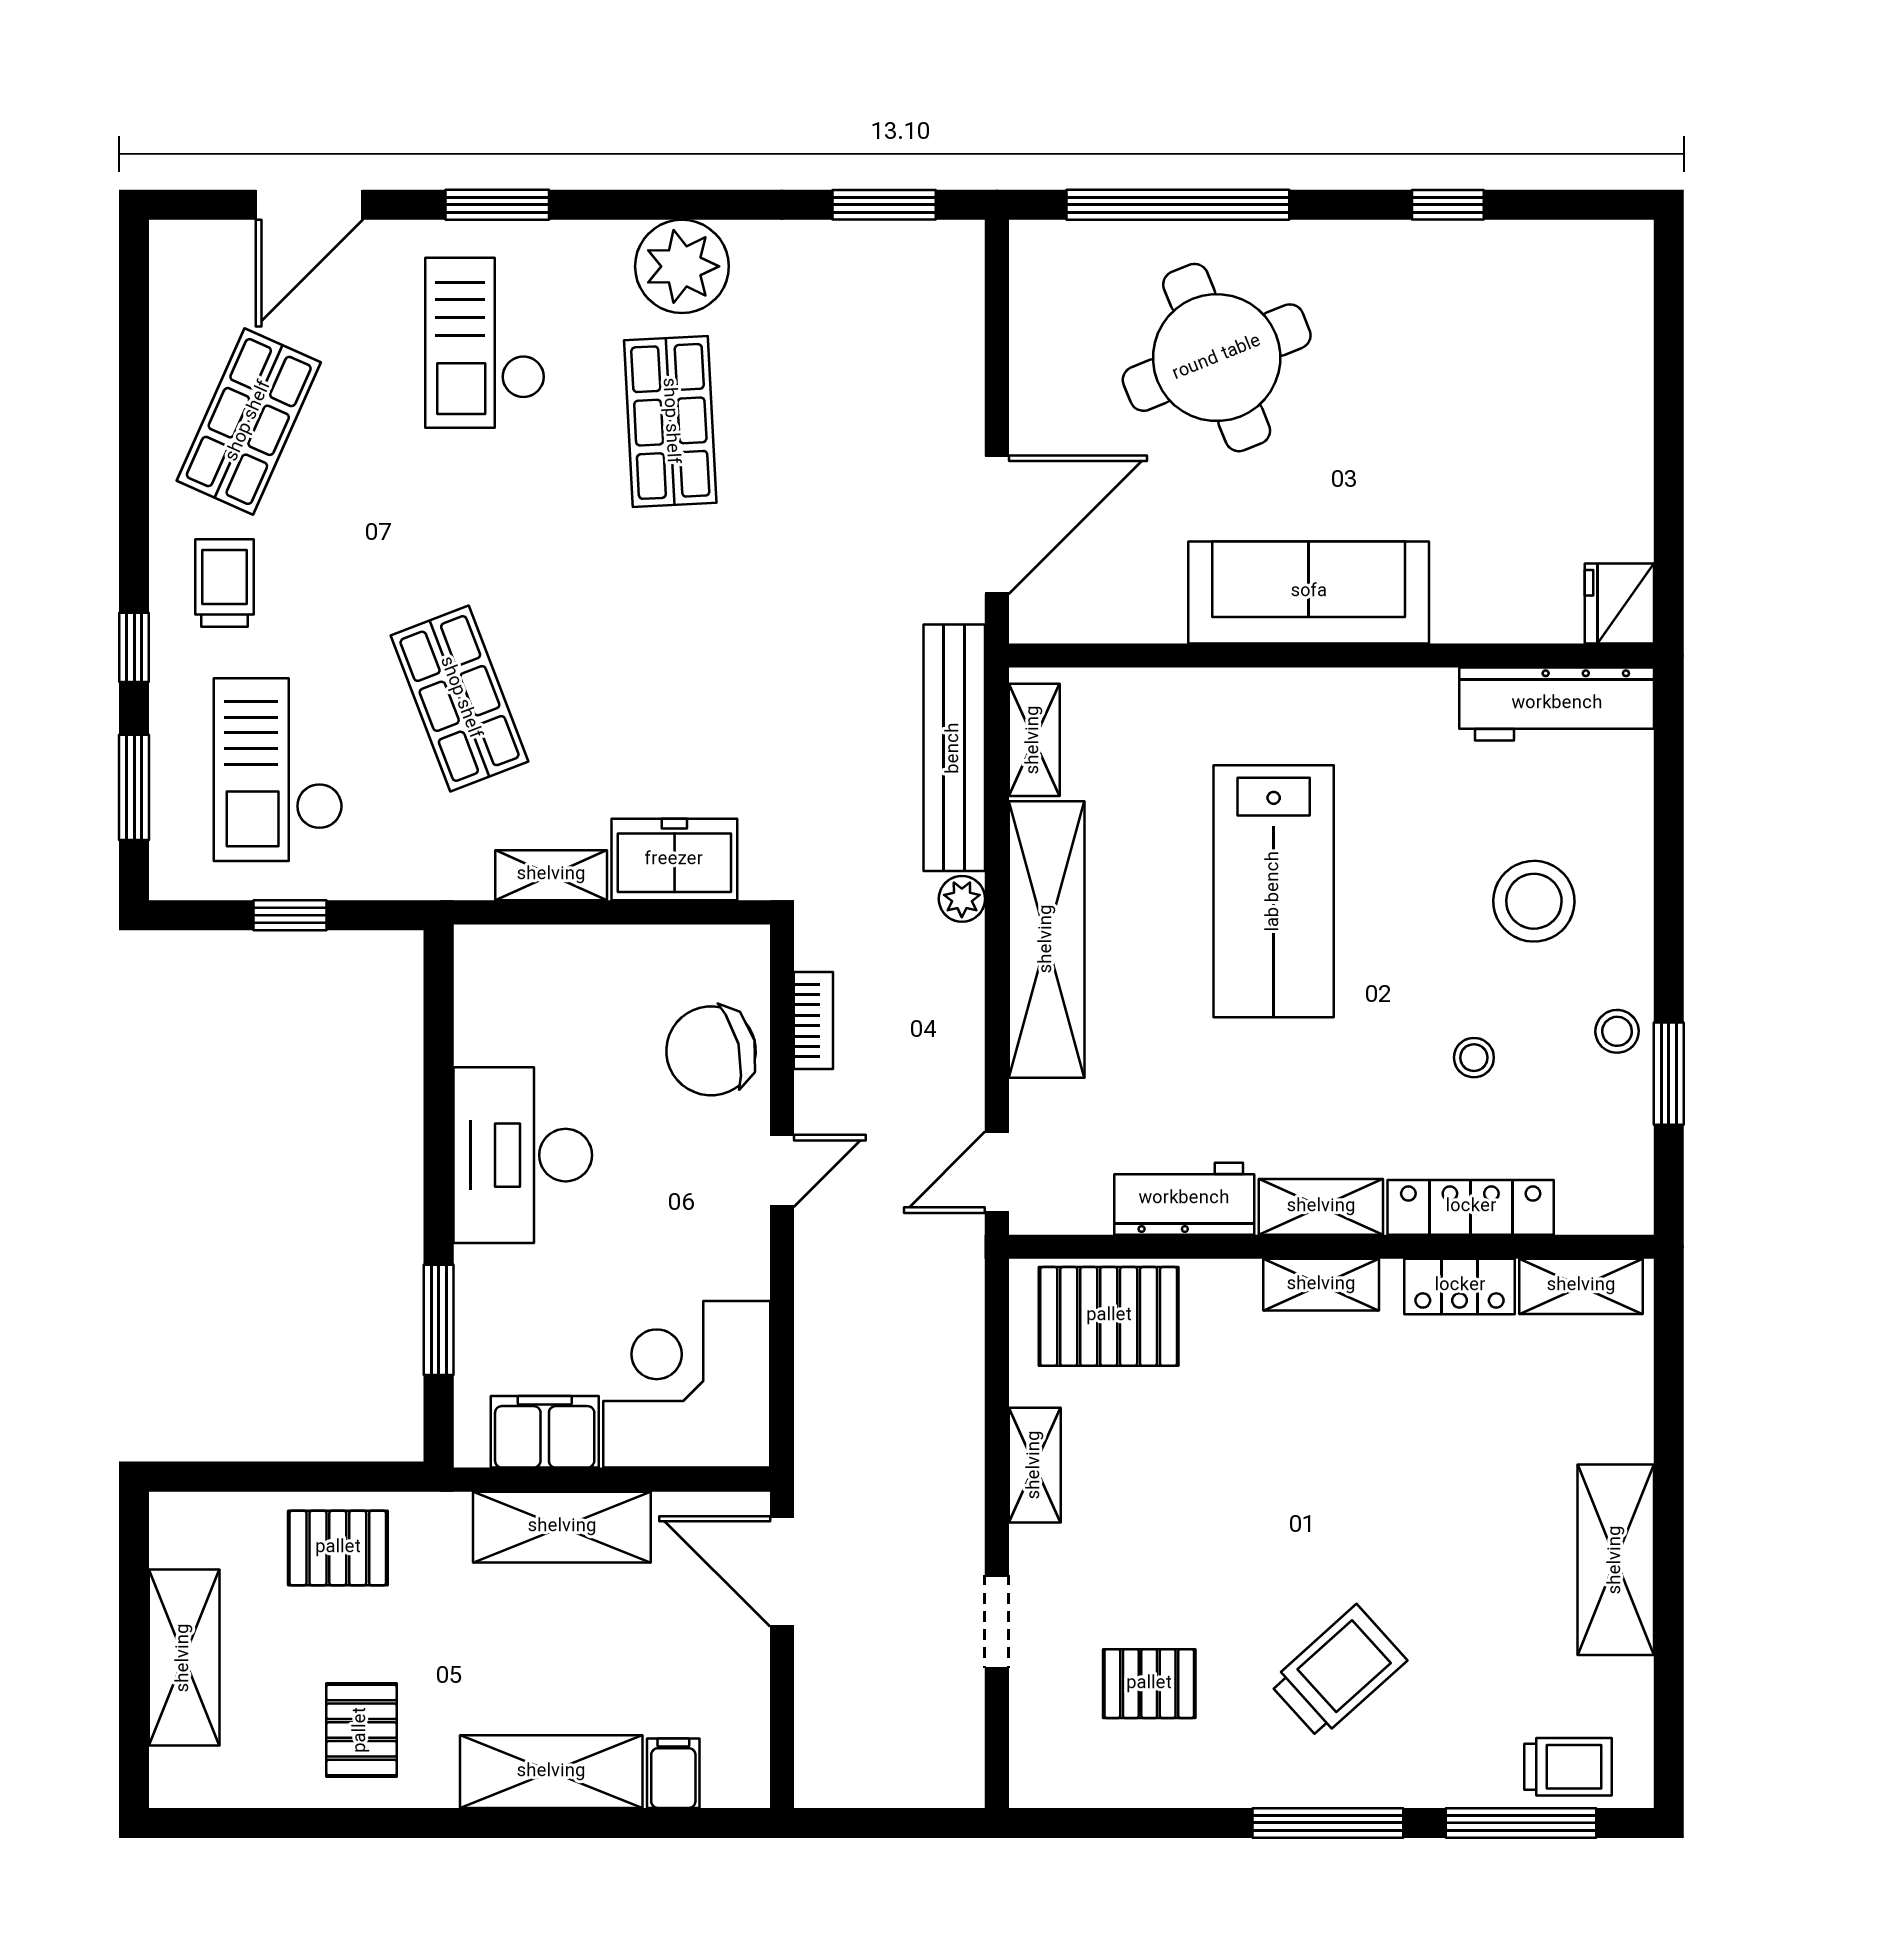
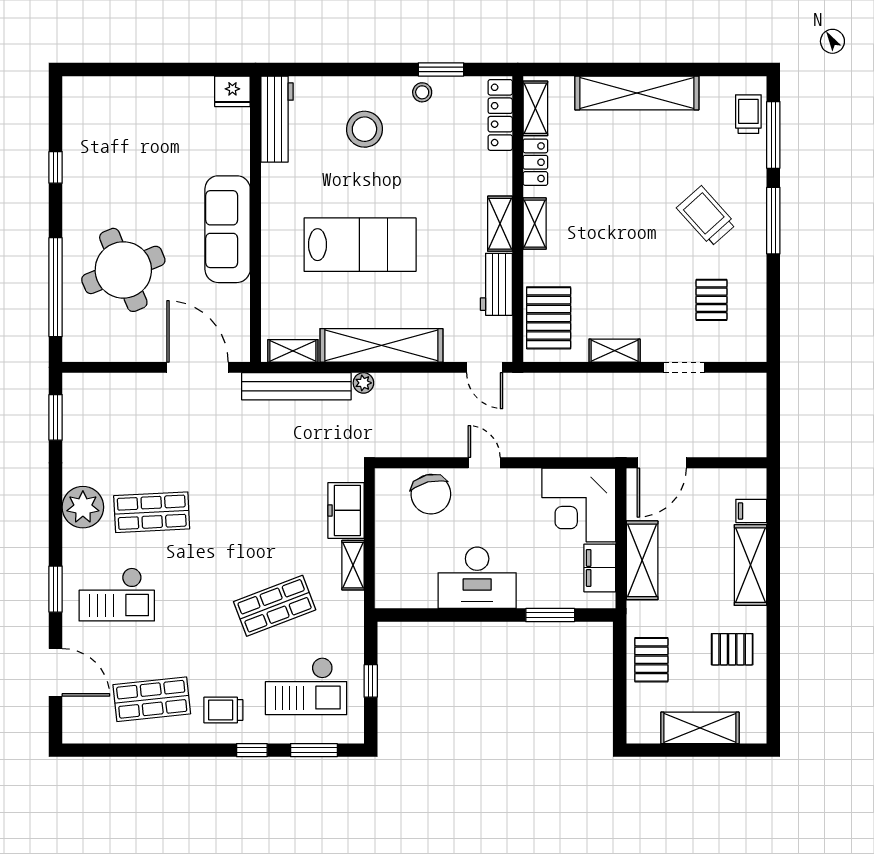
shop shelf: (249, 421) -> (152, 699), turned -30
bookcase: (813, 1021) -> (417, 449), removed
stool: (1474, 1058) -> (434, 156), removed
locker: (1471, 1207) -> (500, 115), moved
shelving: (1616, 1560) -> (637, 93), width x1.47

